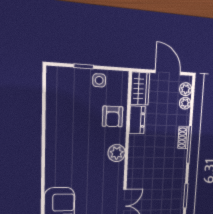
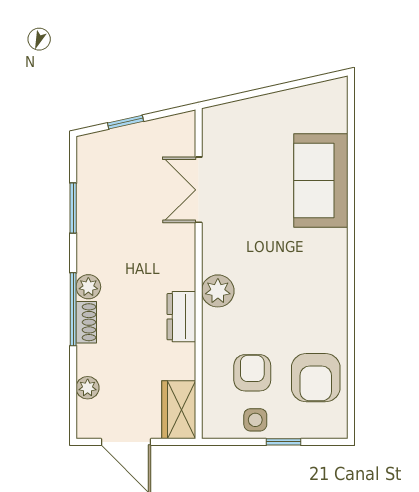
plant: (186, 89) -> (88, 287), moved
armchair: (64, 103) -> (316, 378), added
armchair: (113, 117) -> (252, 373), moved
dresser: (137, 120) -> (181, 317), moved

